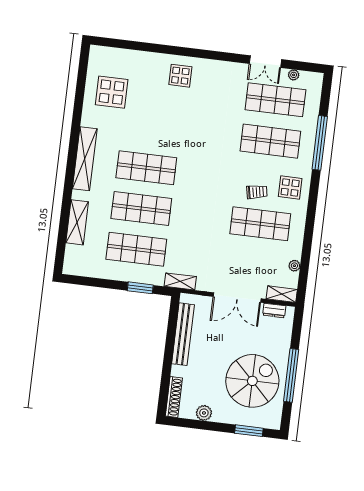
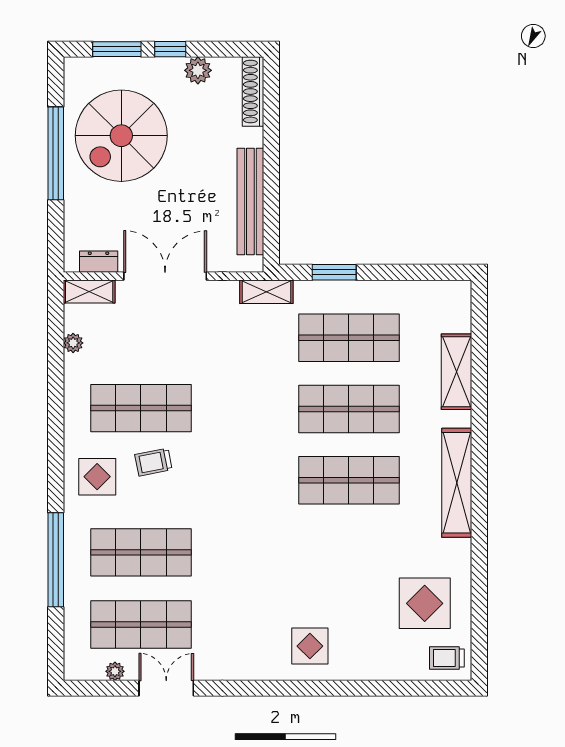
trolley: (103, 59) -> (447, 658), added
window: (218, 427) -> (170, 49), added

